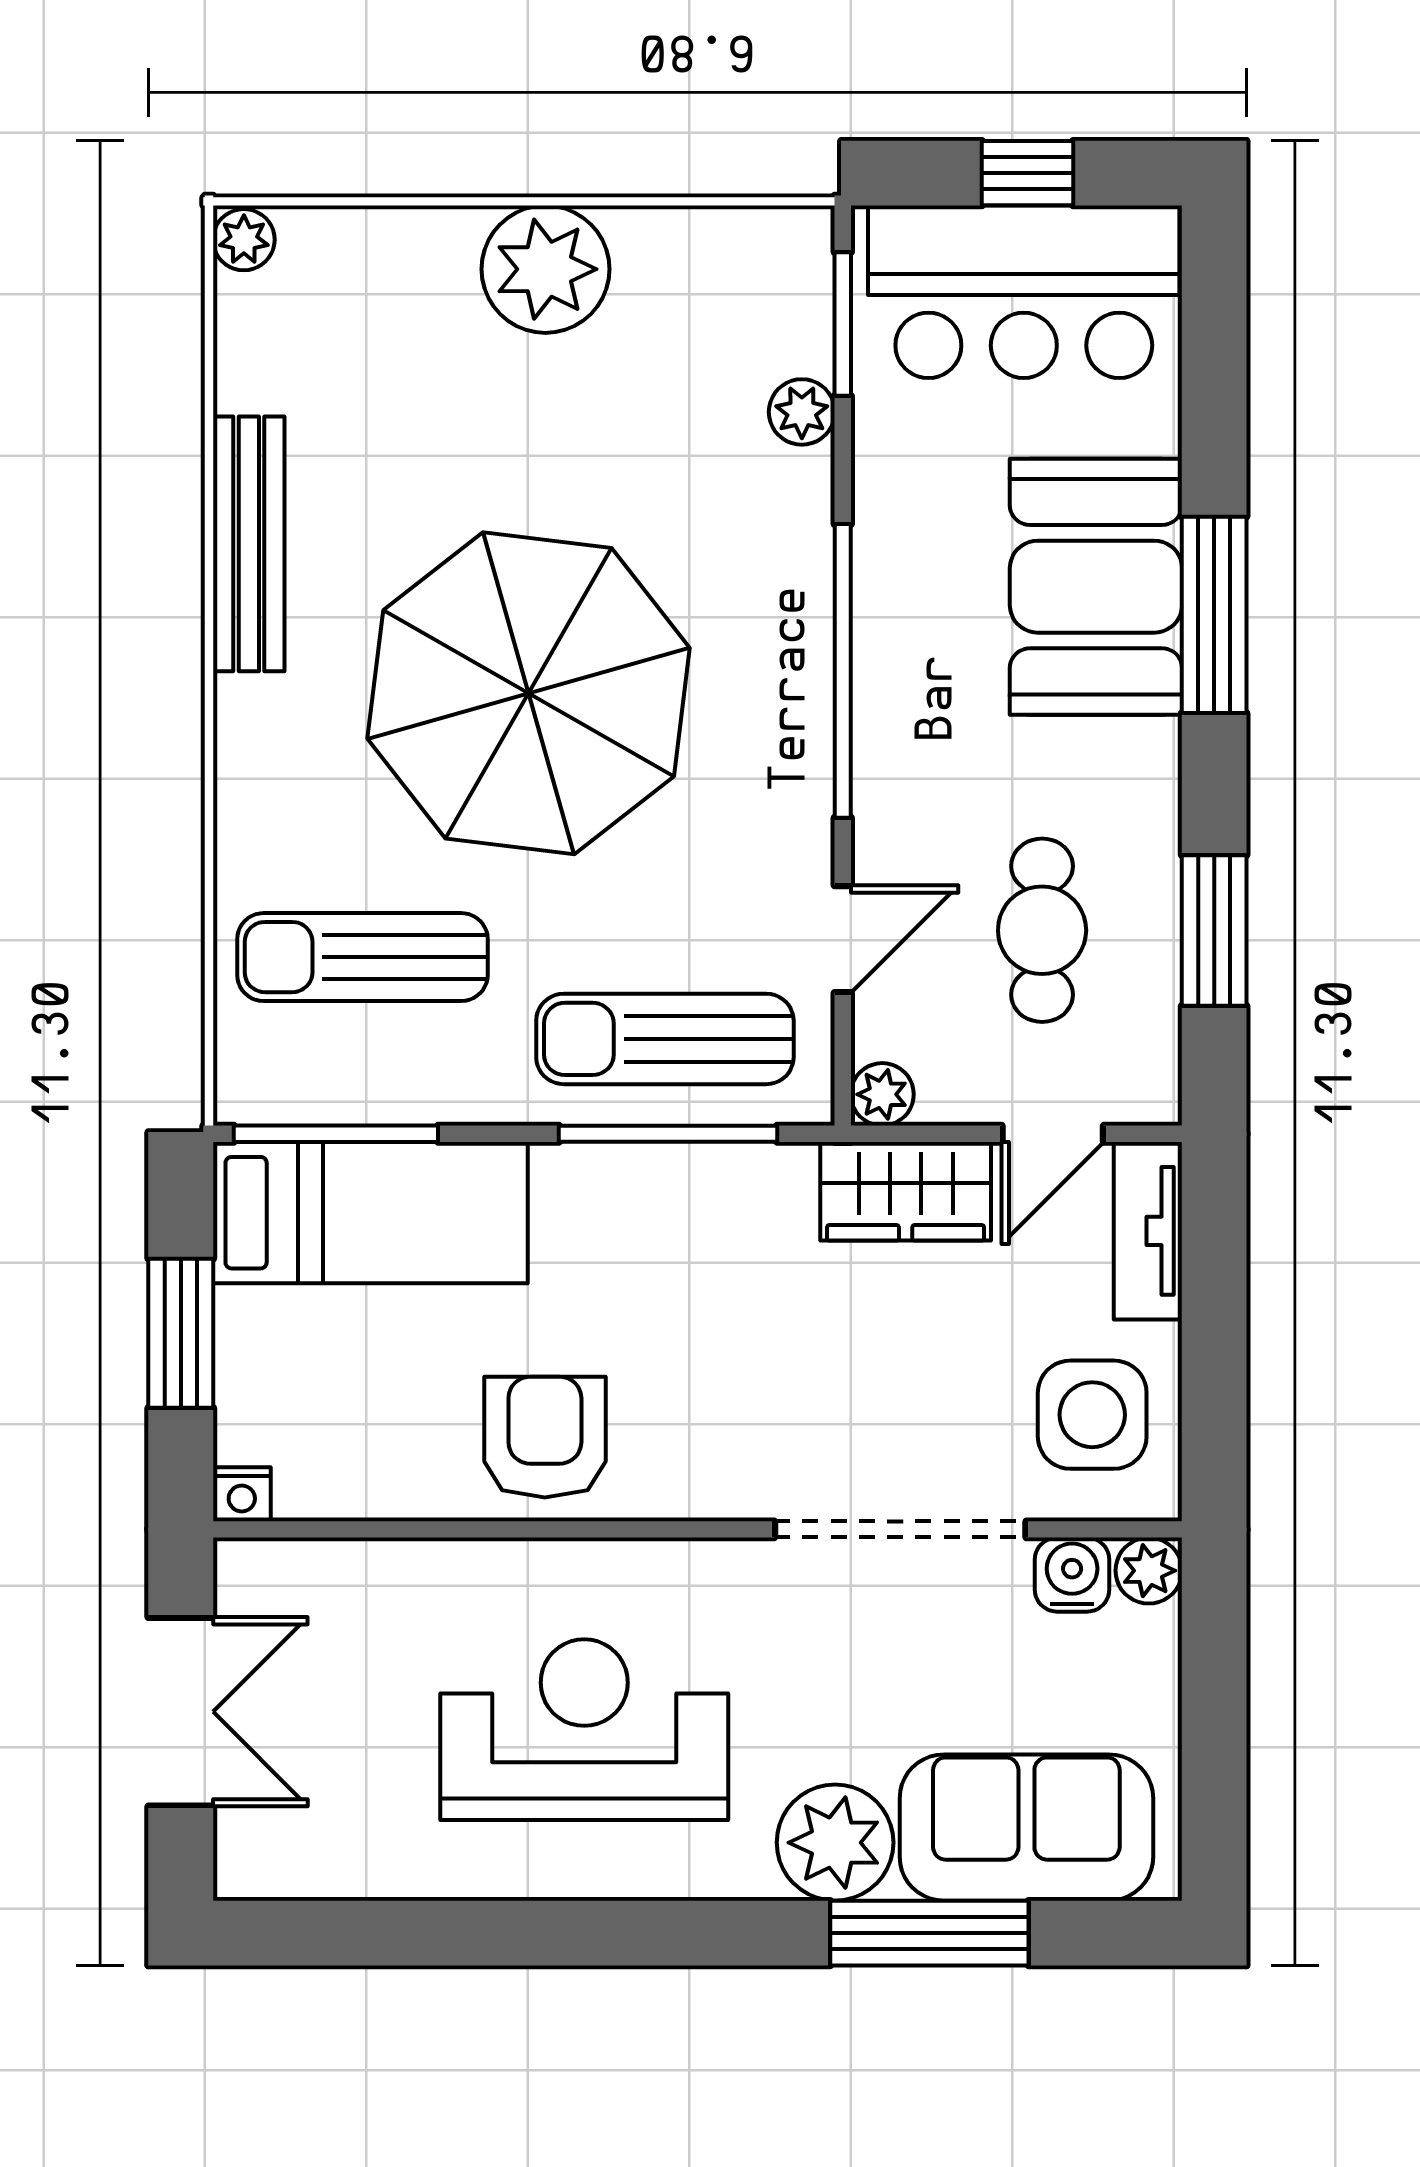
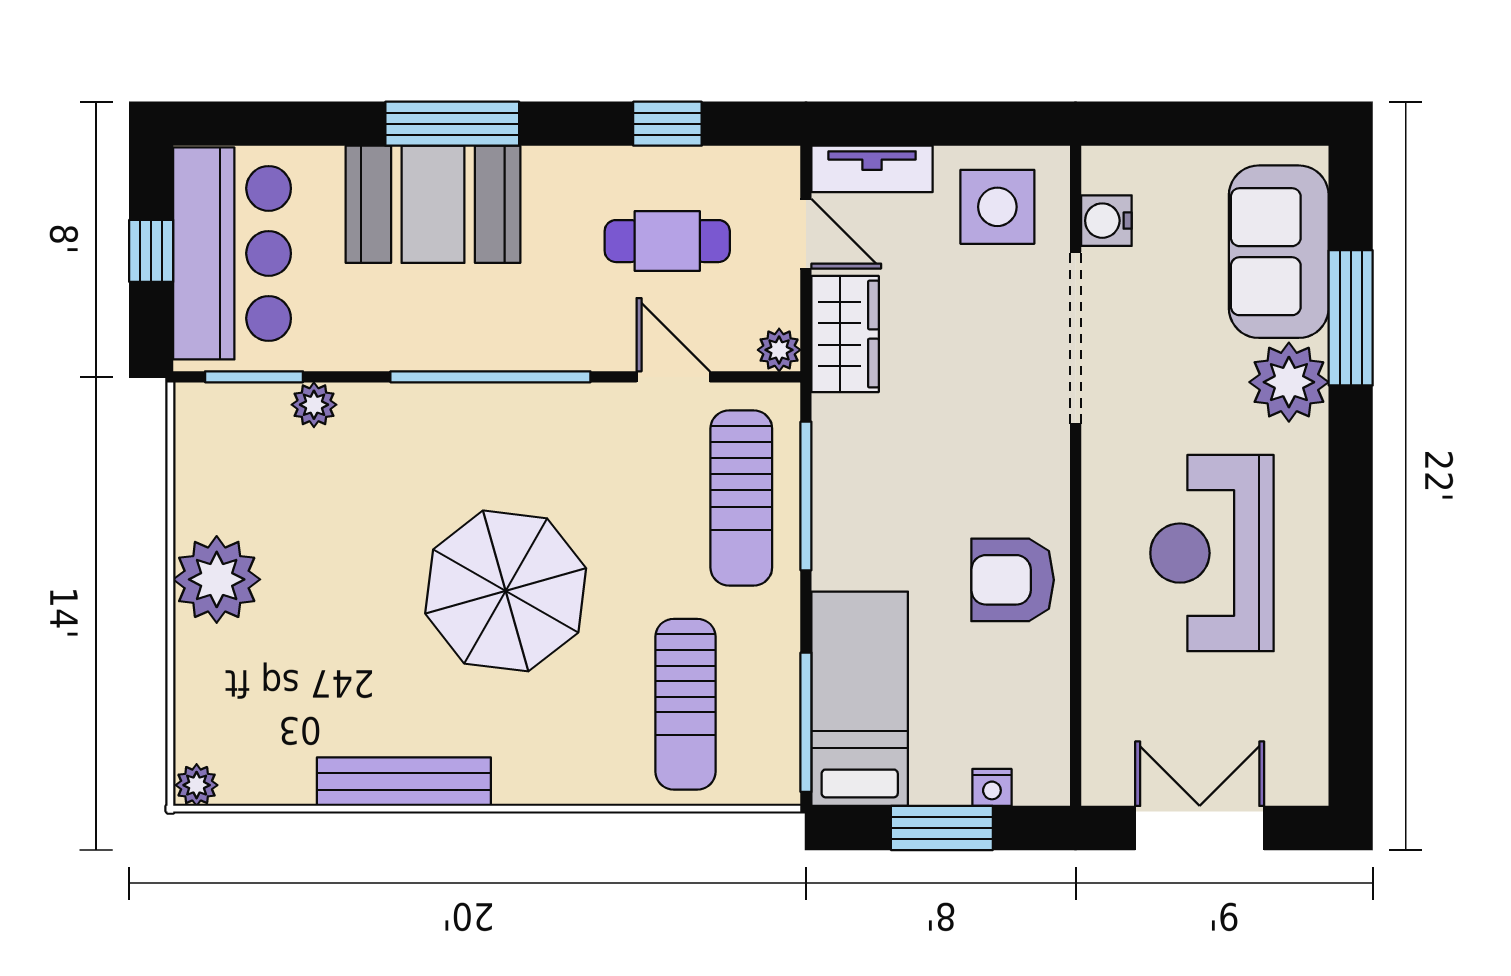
parasol: (529, 693) -> (506, 591), width x0.73, depth x0.73
window: (1214, 931) -> (667, 124), width x0.67
nightstand: (242, 1494) -> (992, 787), moved, turned 90
plant: (1149, 1571) -> (1104, 168), removed

